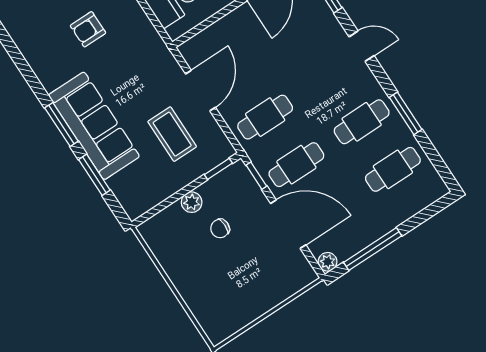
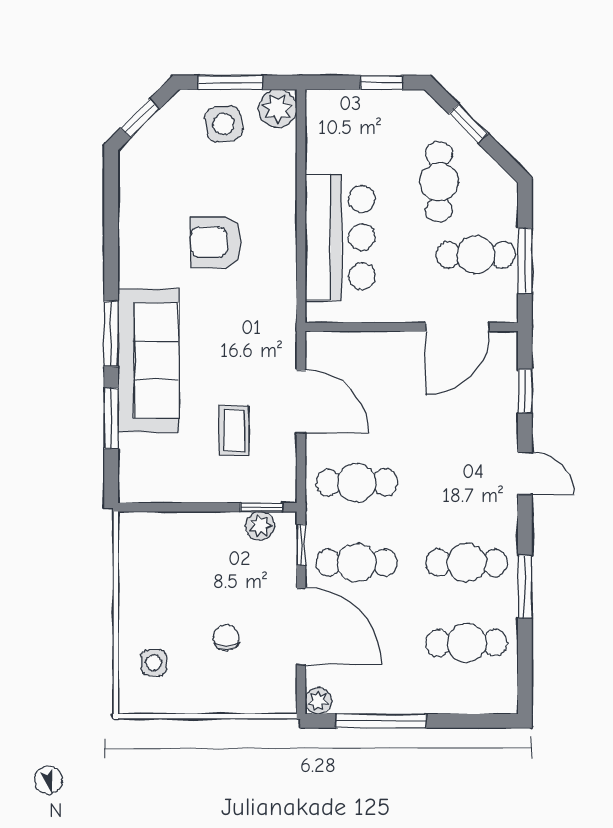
armchair: (88, 29) -> (216, 242), width x1.38, depth x1.38
door: (200, 91) -> (301, 401), hinge flipped
coffee table: (172, 134) -> (234, 431), width x0.73, depth x0.77
plant: (192, 202) -> (260, 526), moved
chair: (220, 228) -> (226, 637), moved, turned 90
side table: (215, 303) -> (154, 662), added

